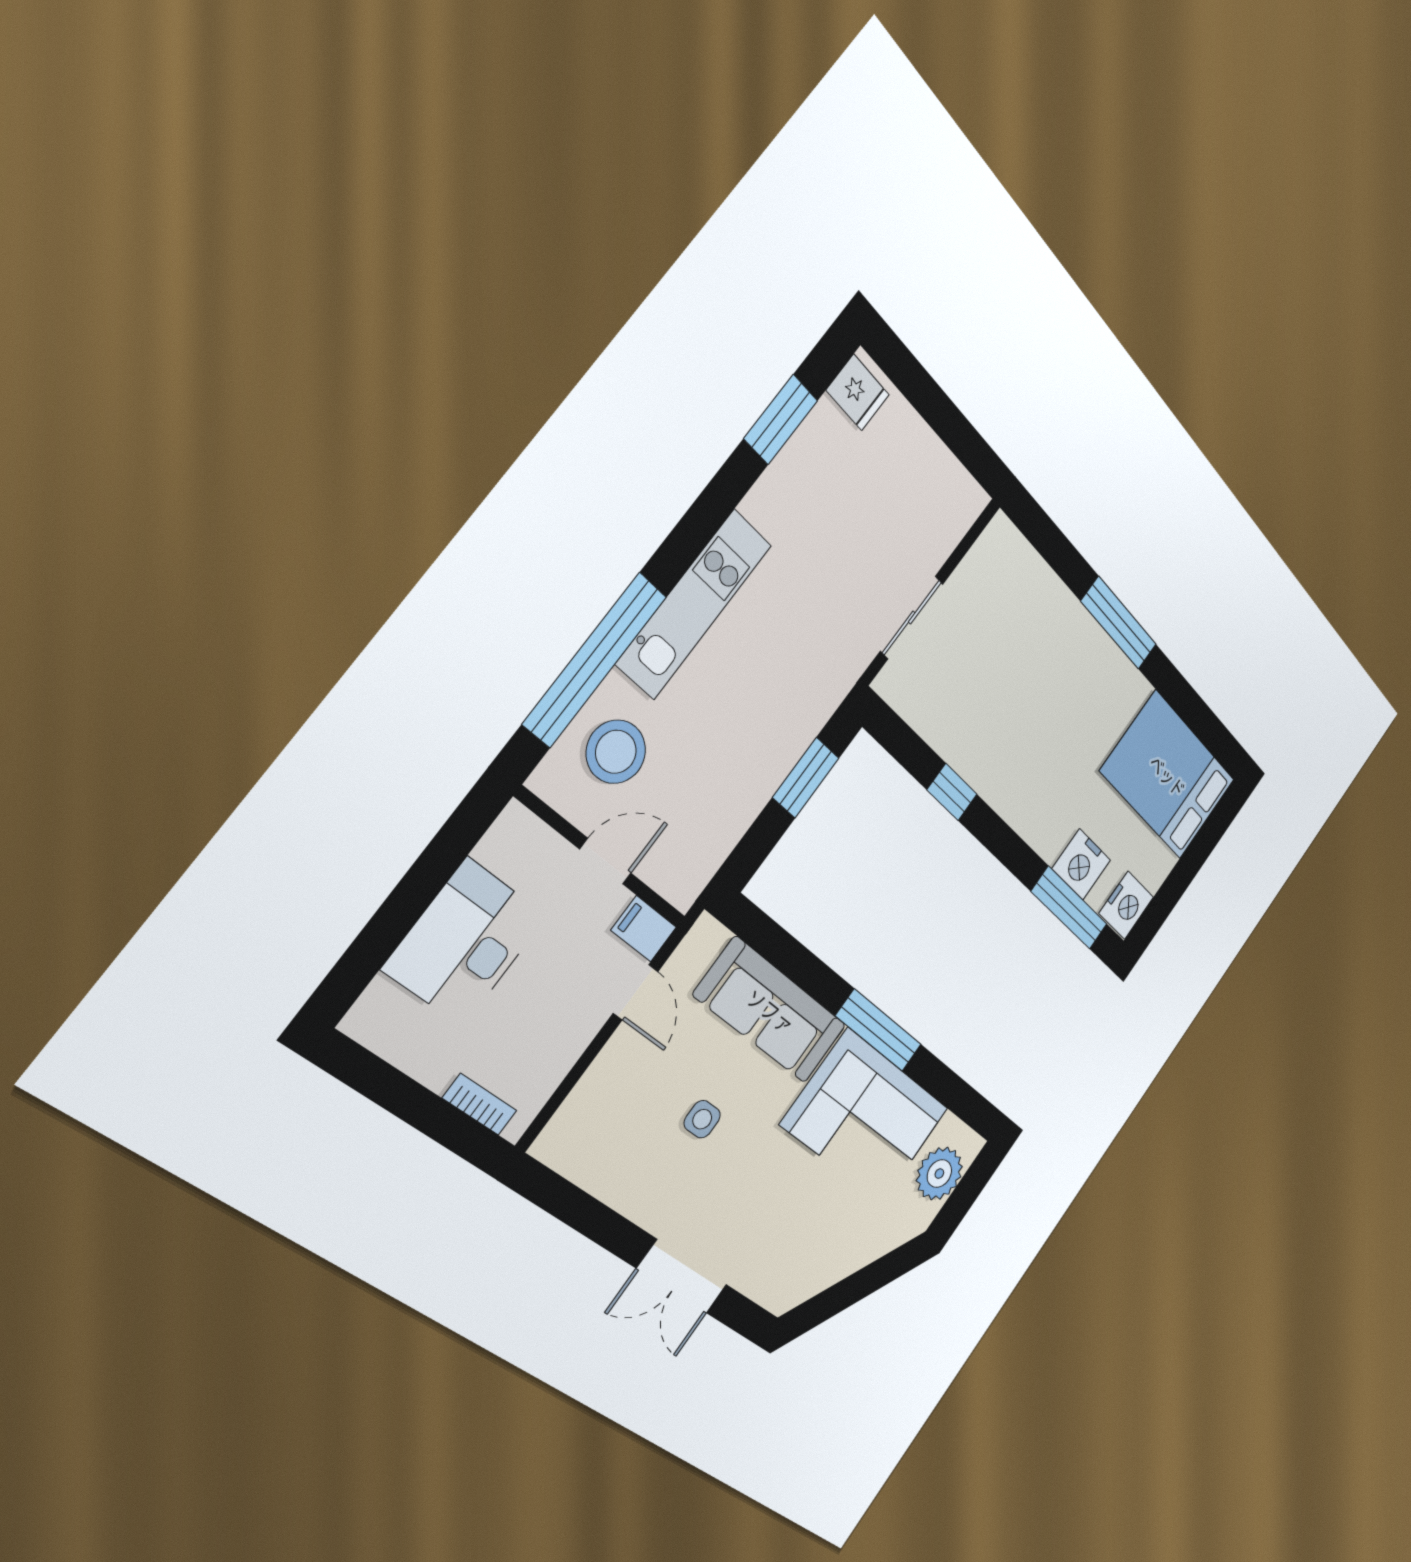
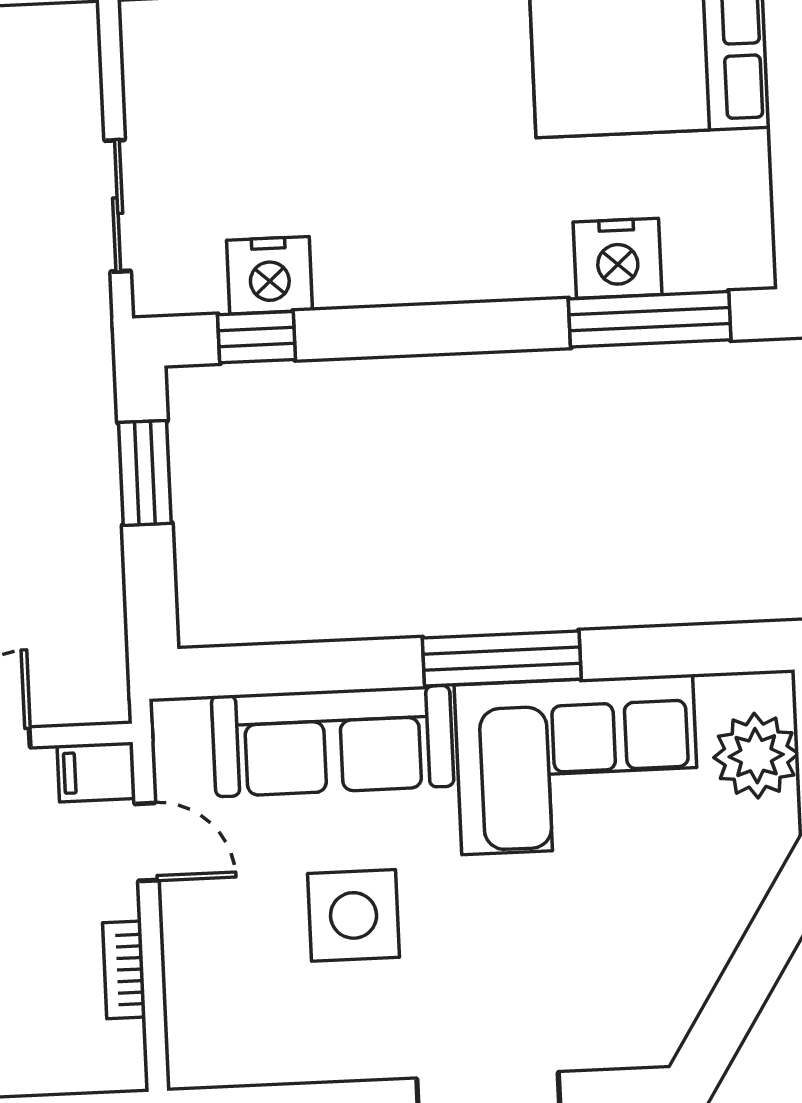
window: (952, 792) -> (256, 337), moved
nightstand: (1126, 905) -> (270, 275), moved, turned 90
bookcase: (480, 1104) -> (124, 970), moved, turned -90
side table: (702, 1119) -> (354, 915), width x1.87, depth x1.87

